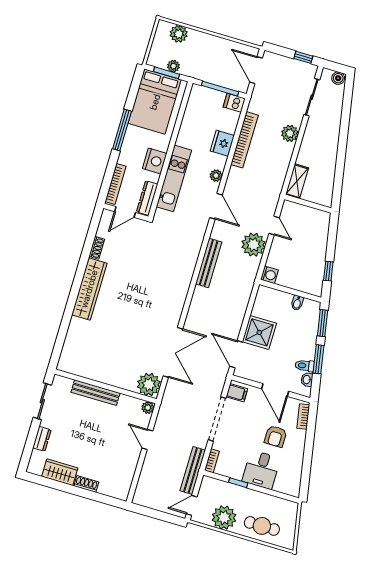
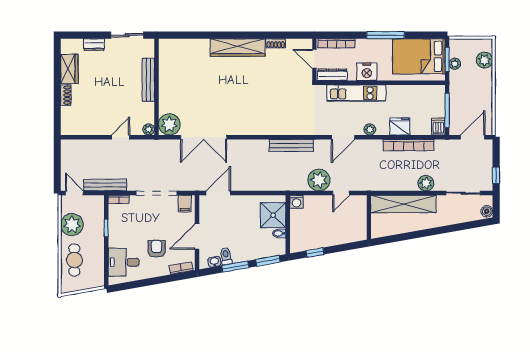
shelving: (297, 181) -> (403, 204), width x2.20, depth x1.33
shower: (259, 332) -> (273, 215), moved
armchair: (276, 436) -> (156, 249), turned 90
desk: (261, 470) -> (124, 262), moved

